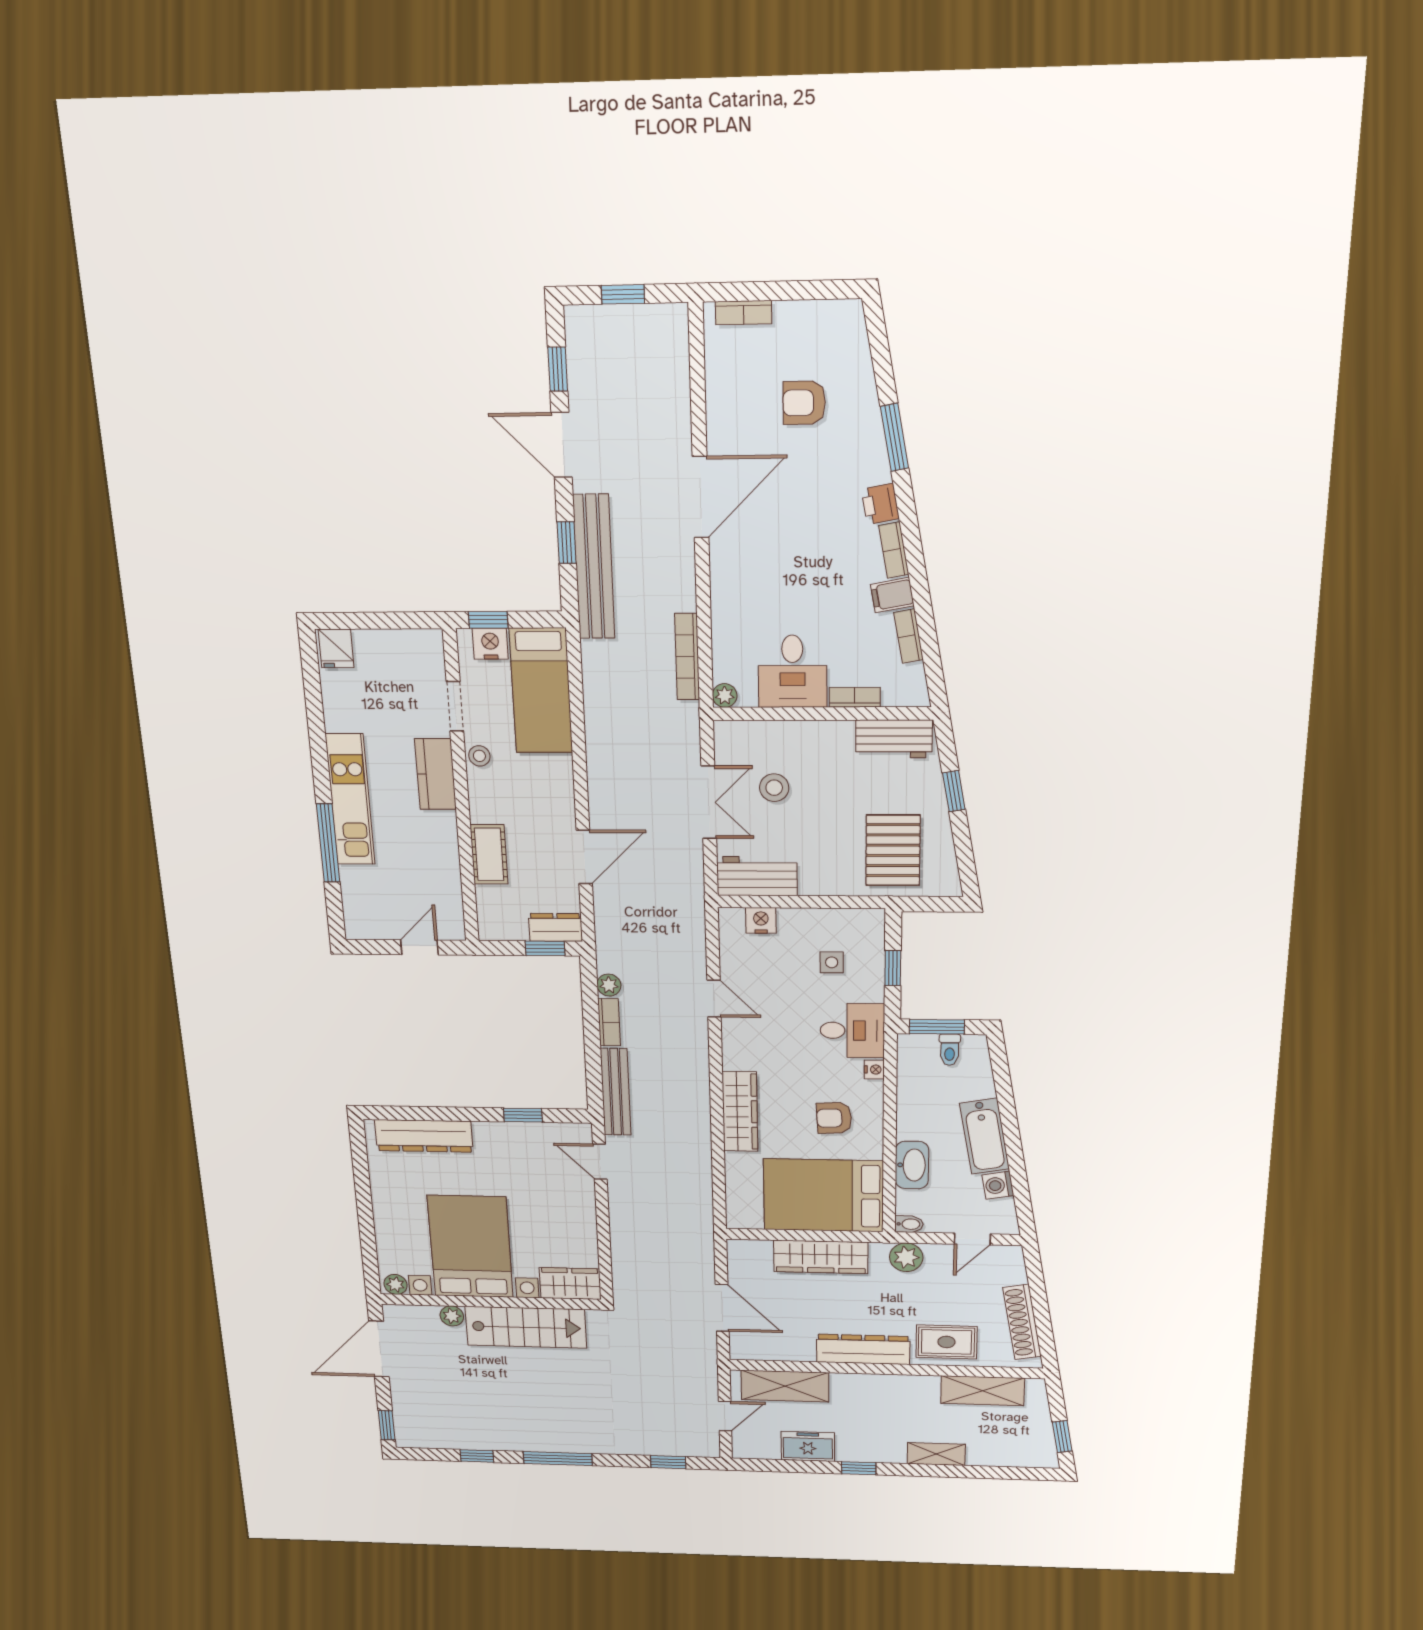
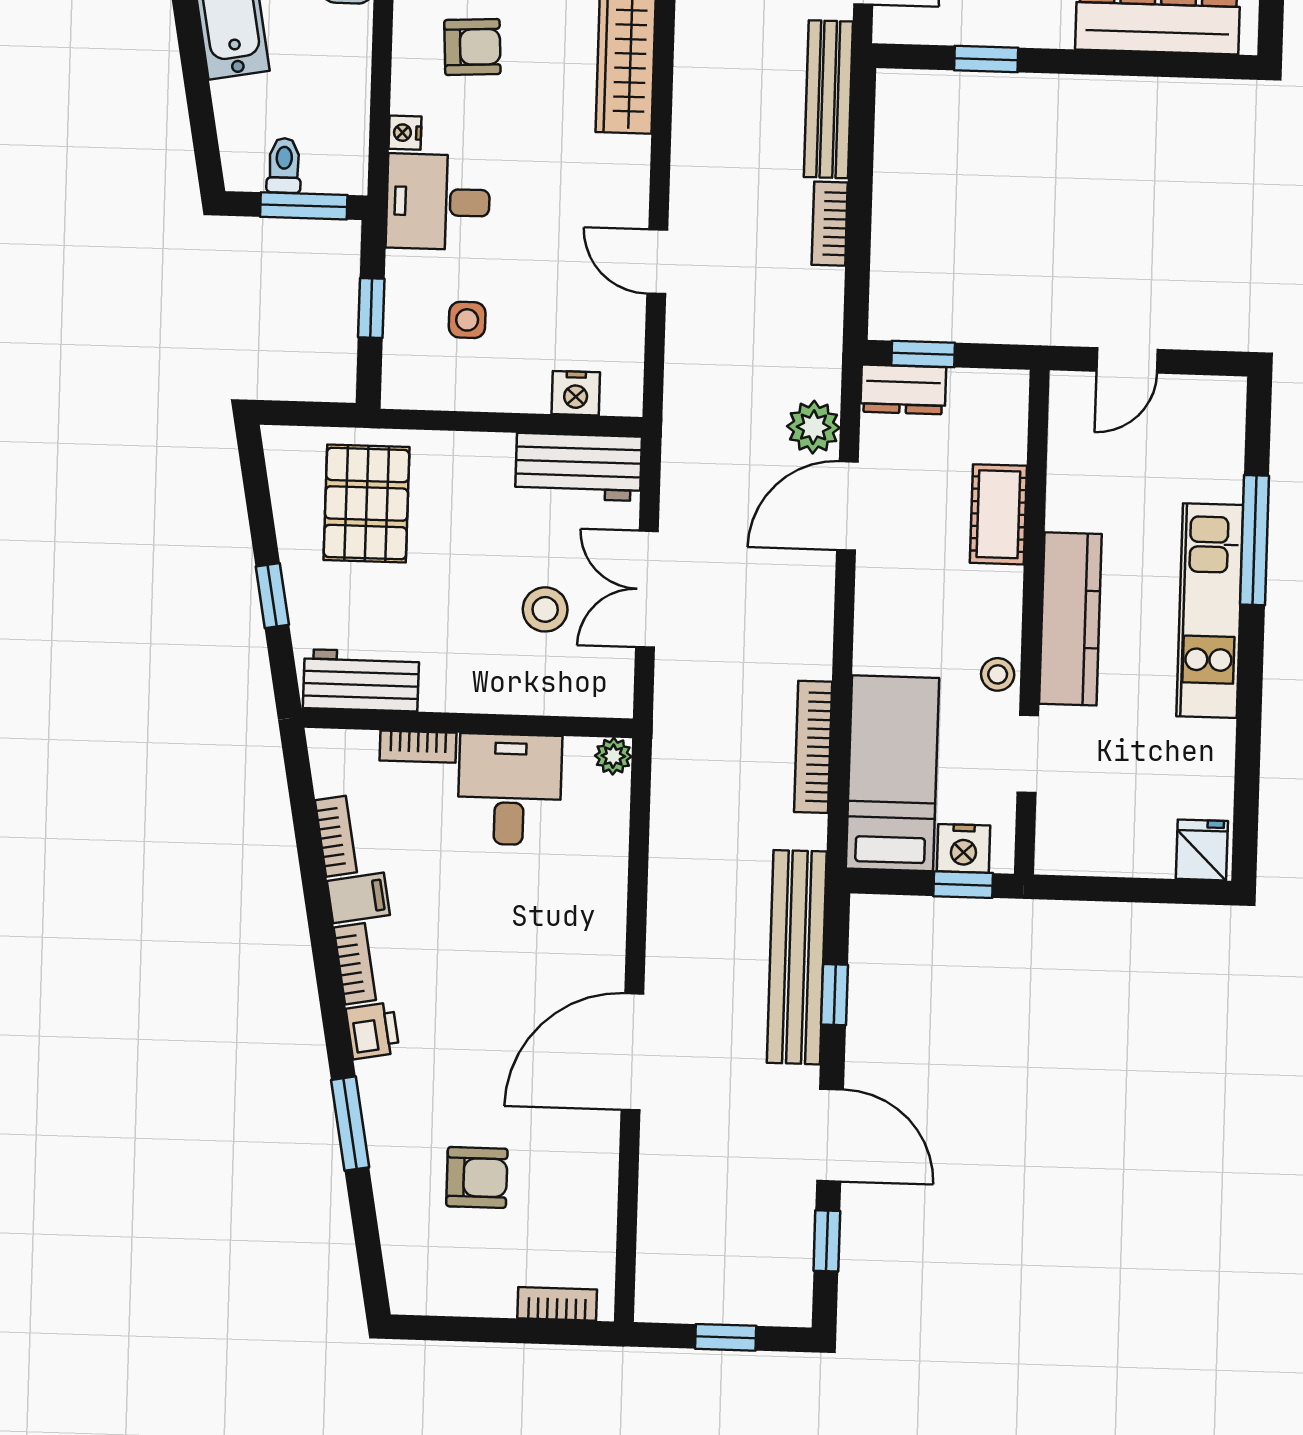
bookcase: (687, 657) -> (813, 747), moved, turned 180
kitchen counter: (436, 774) -> (1070, 619), width x1.50
plant: (609, 985) -> (813, 427), moved, width x1.38, depth x1.38

